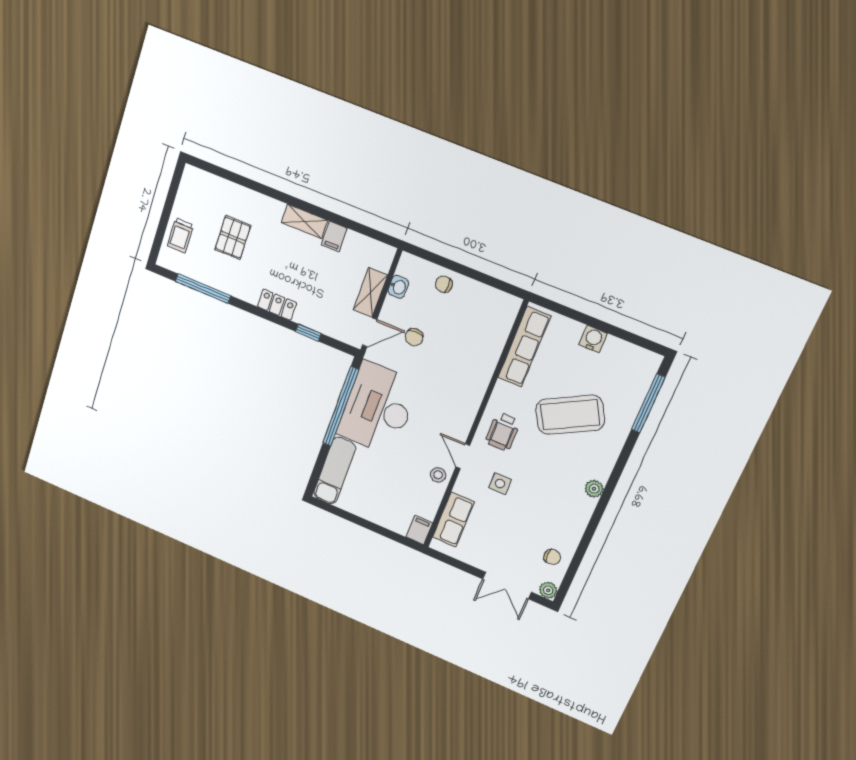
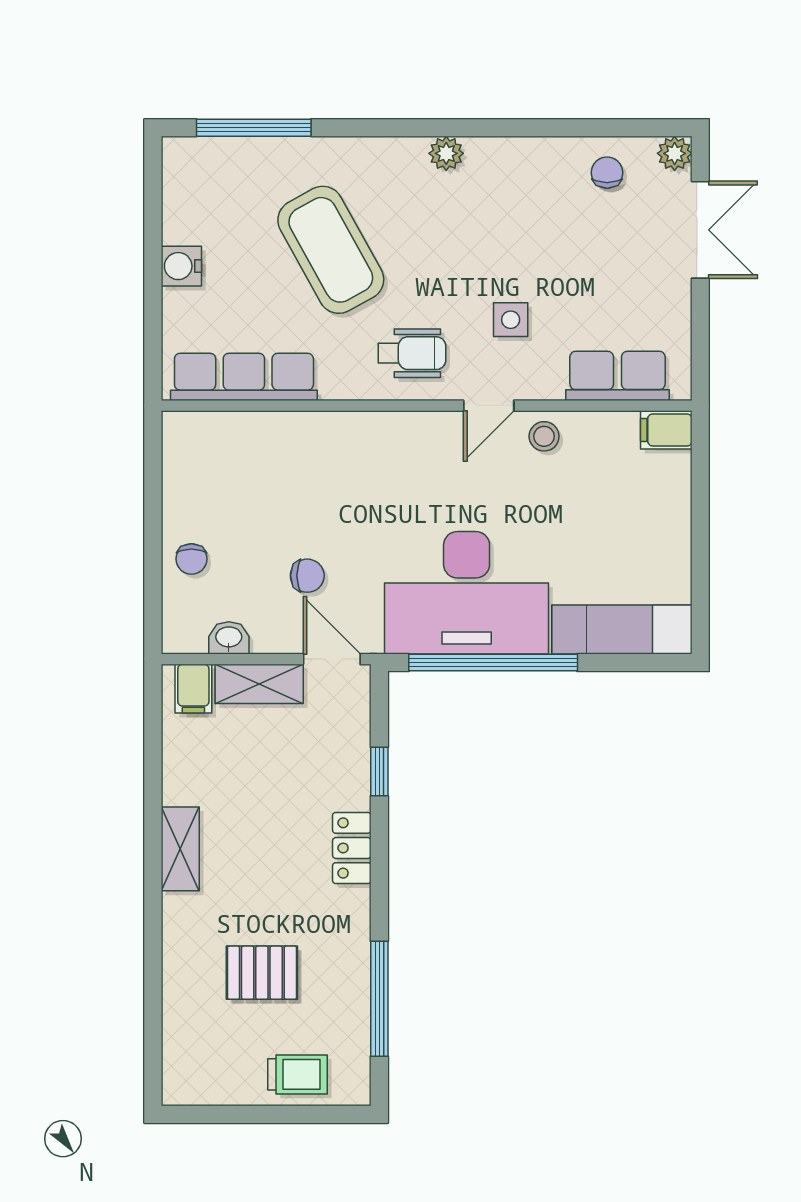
filing cabinet: (334, 237) -> (193, 689), moved, turned 90

